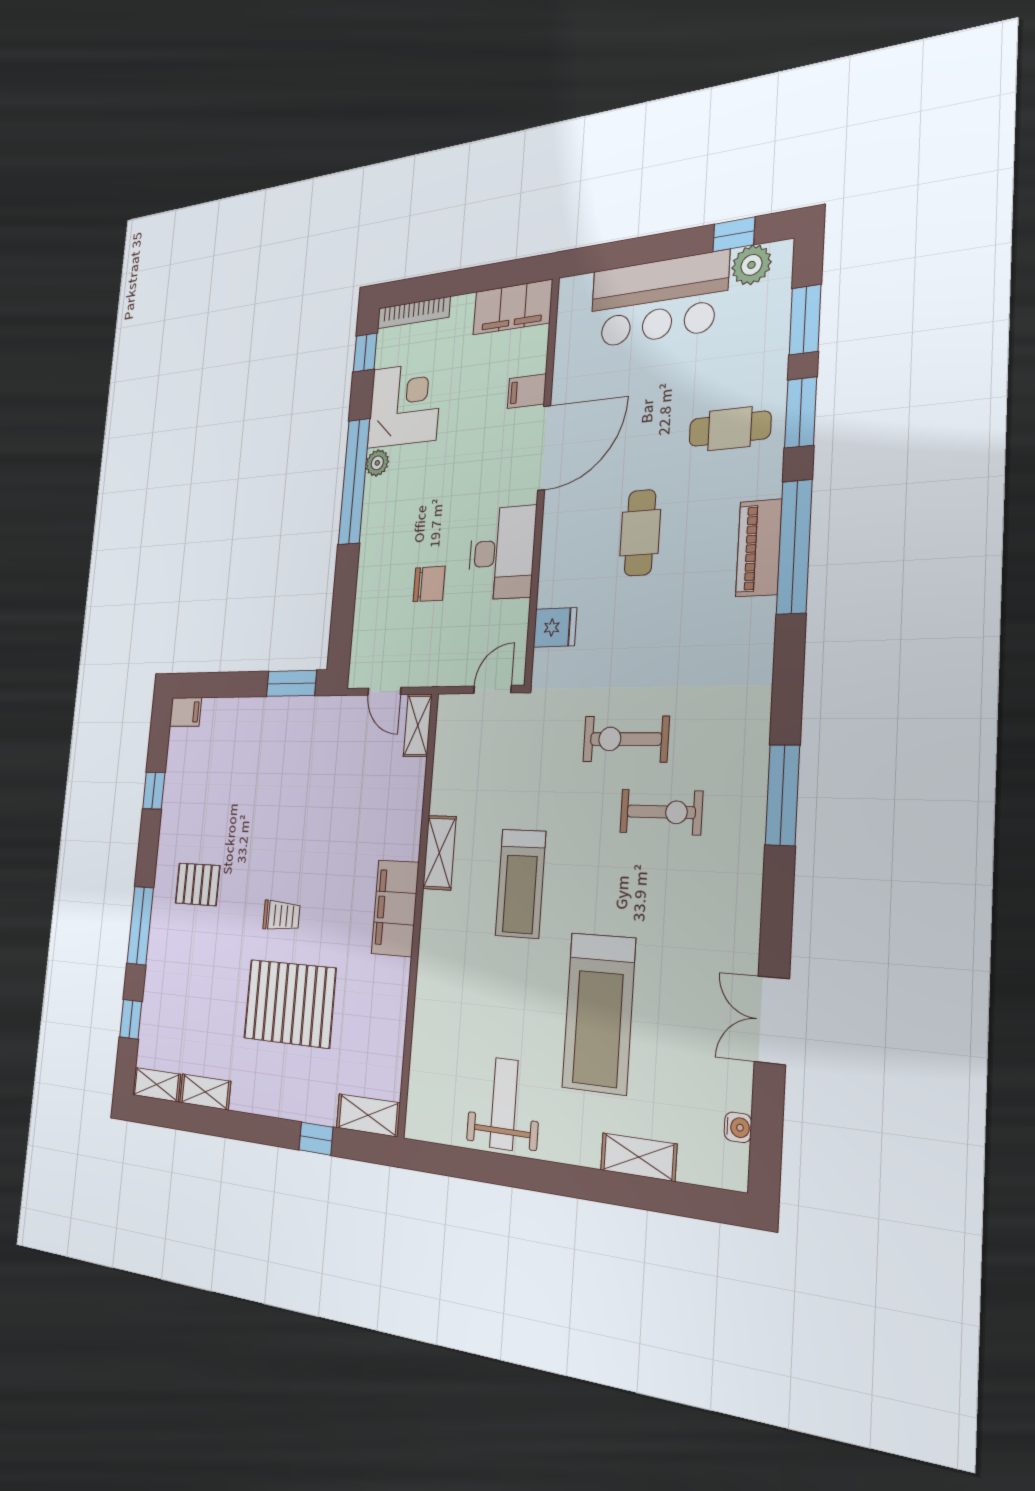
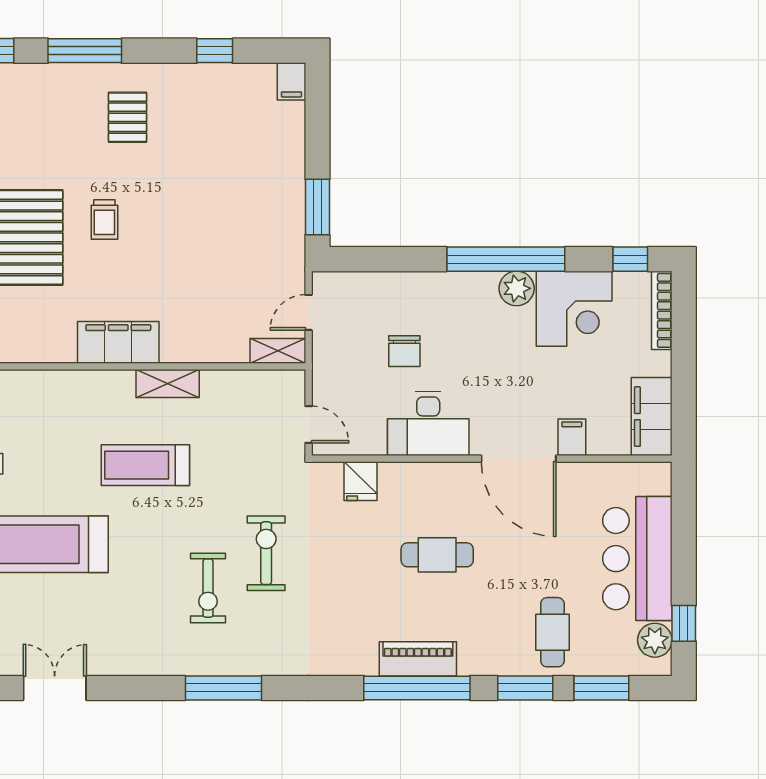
cafe table: (730, 429) -> (552, 632), moved
plant: (377, 463) -> (517, 288), width x1.38, depth x1.38

